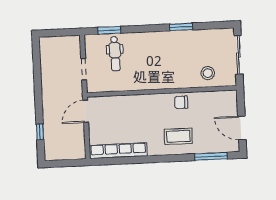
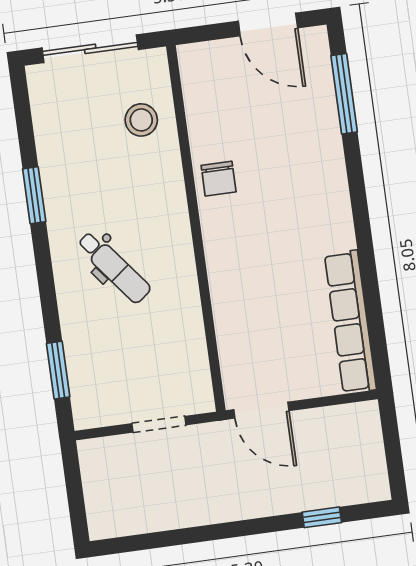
dental chair: (115, 54) -> (114, 267), moved, turned 53
door: (242, 128) -> (268, 24), hinge flipped
coffee table: (178, 136) -> (302, 178), removed

